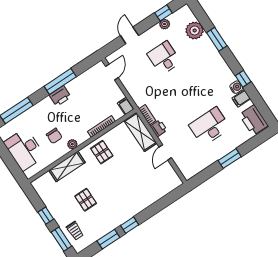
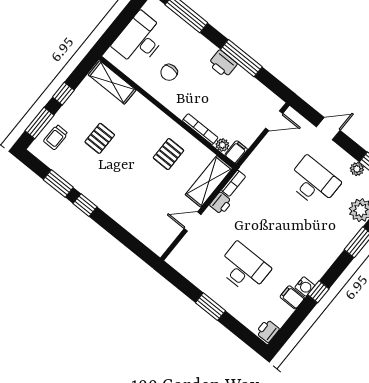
desk: (164, 58) -> (313, 182), width x1.37
printer: (254, 120) -> (268, 331), width x0.53, depth x0.68
plant: (72, 144) -> (222, 145), moved
pallet: (102, 152) -> (168, 154), moved
shelving: (67, 166) -> (112, 82), moved

